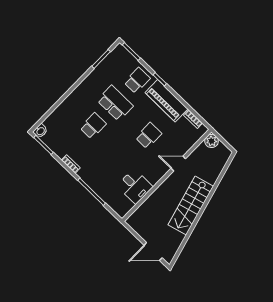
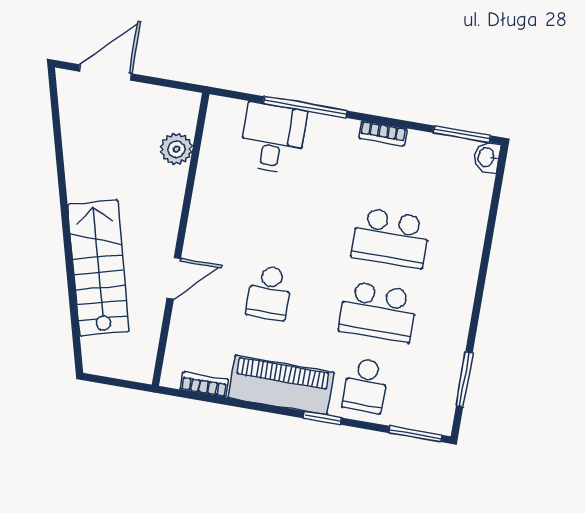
school desk: (93, 126) -> (391, 238), width x1.85
plant: (212, 141) -> (176, 149), moved
desk: (135, 186) -> (273, 138), moved, turned 90
stairs: (191, 206) -> (98, 268), moved

